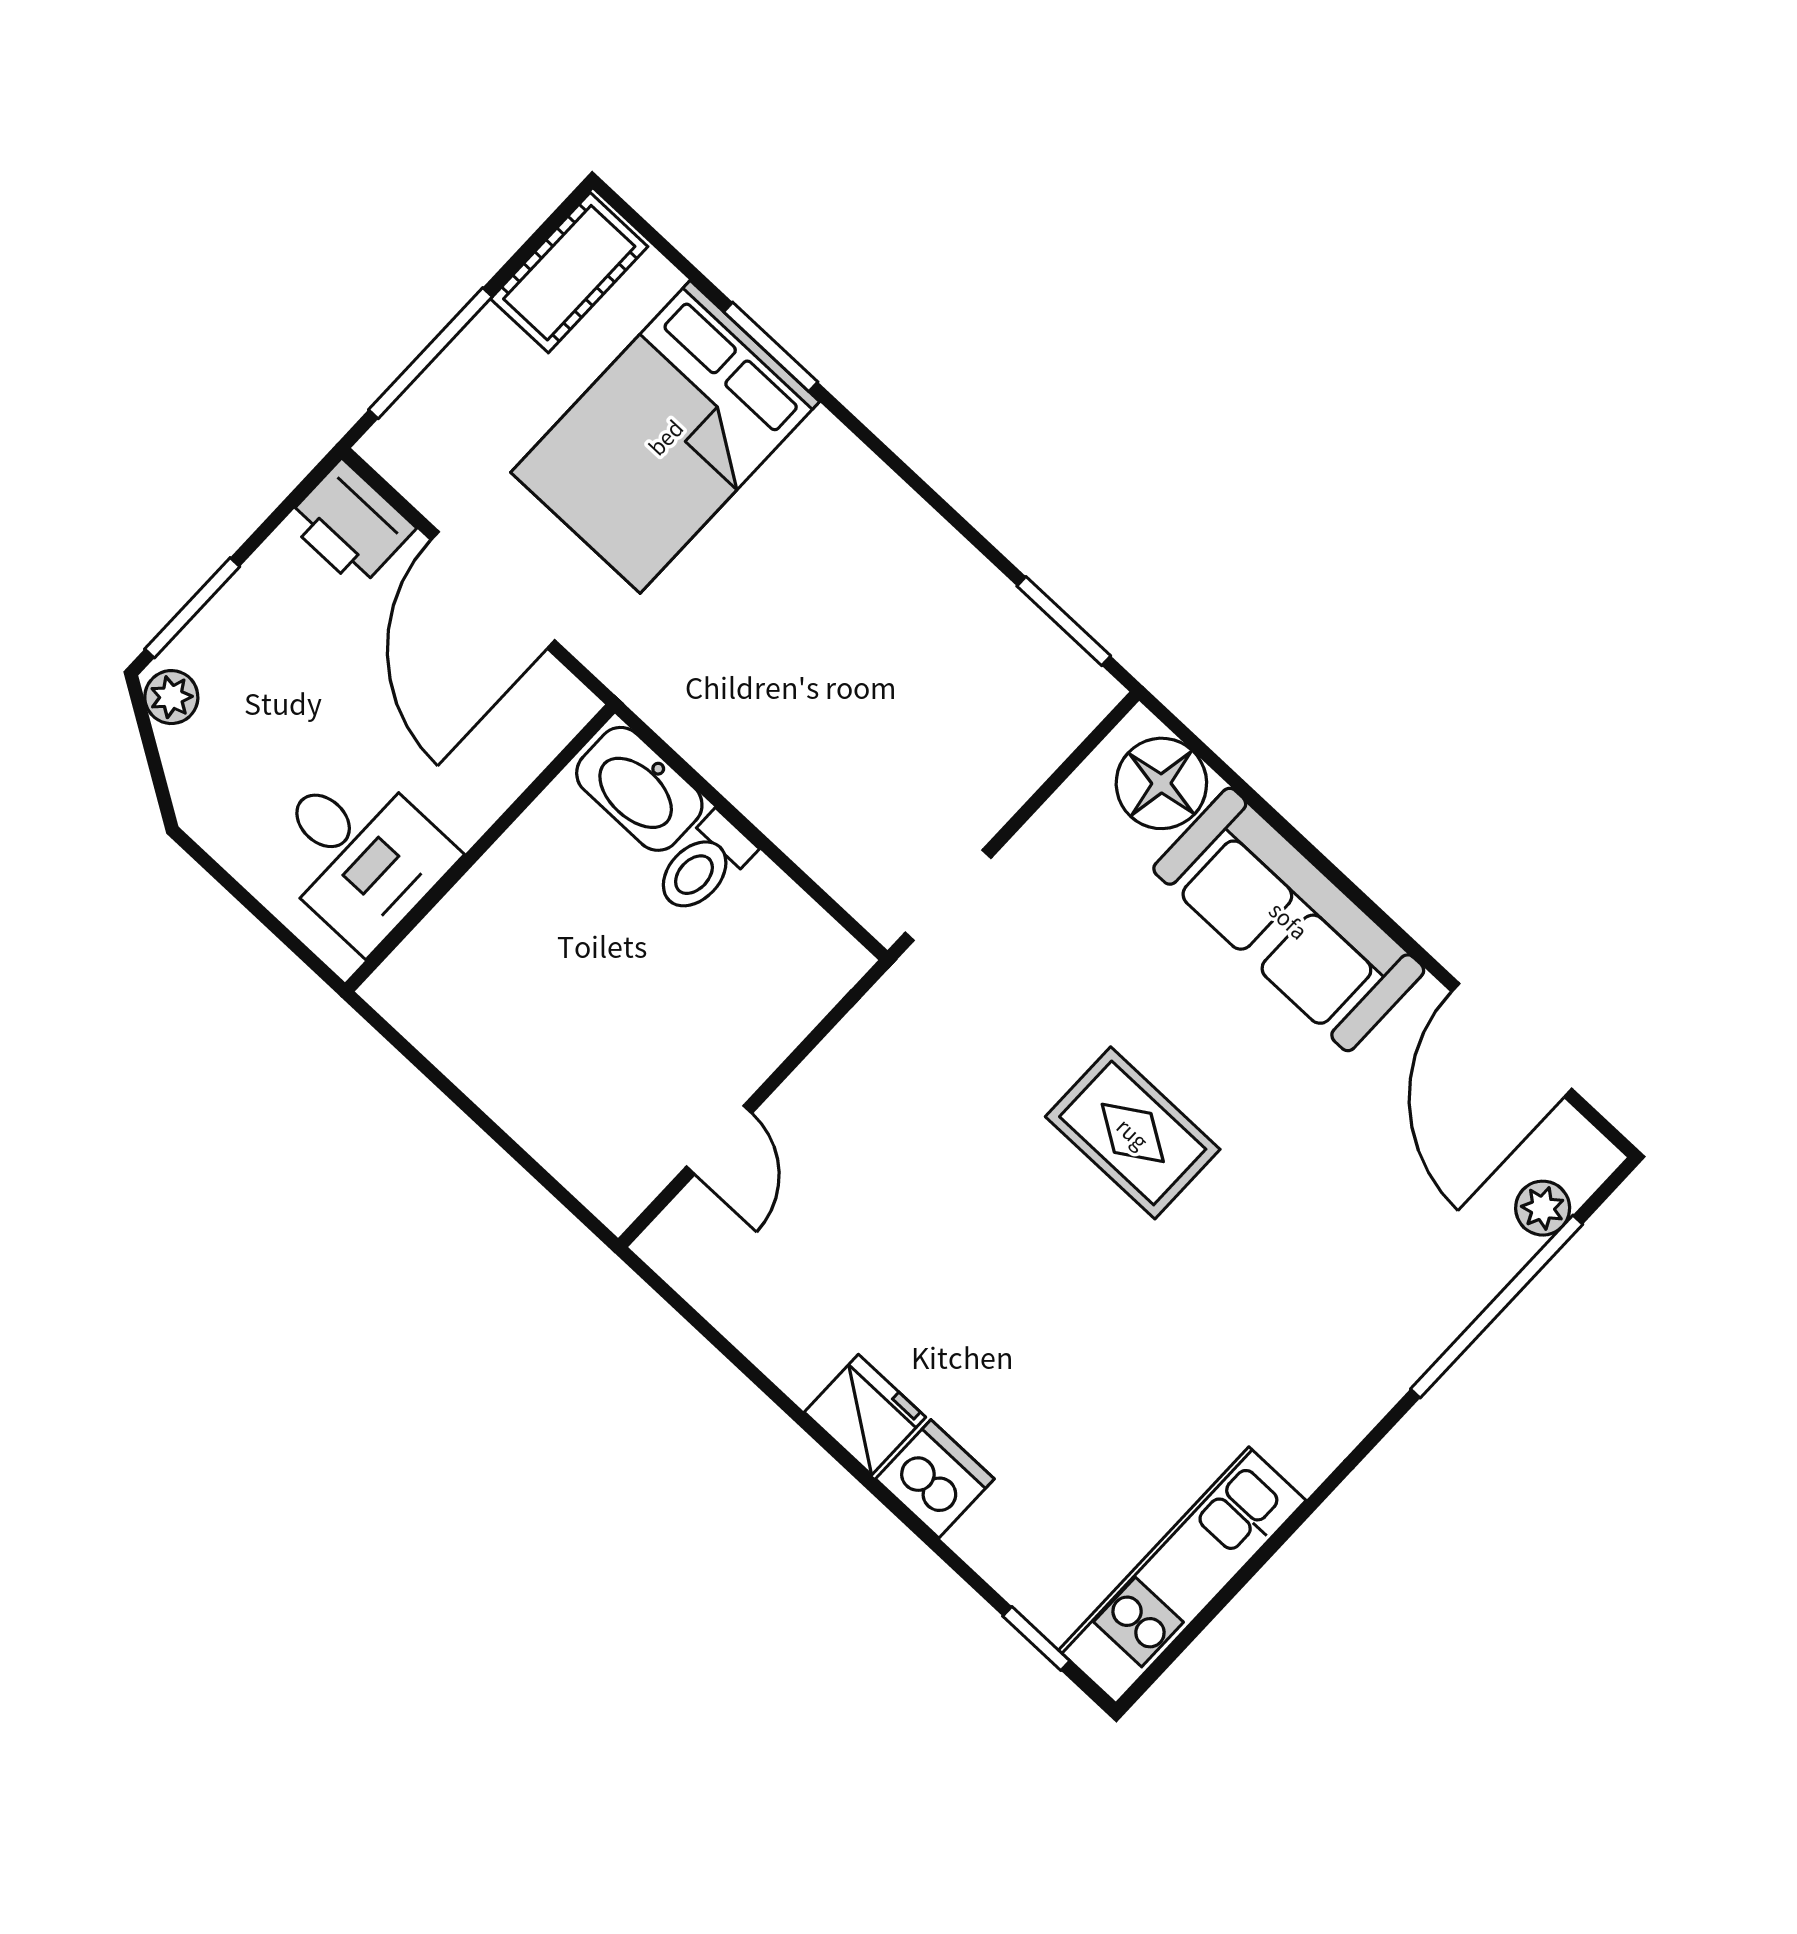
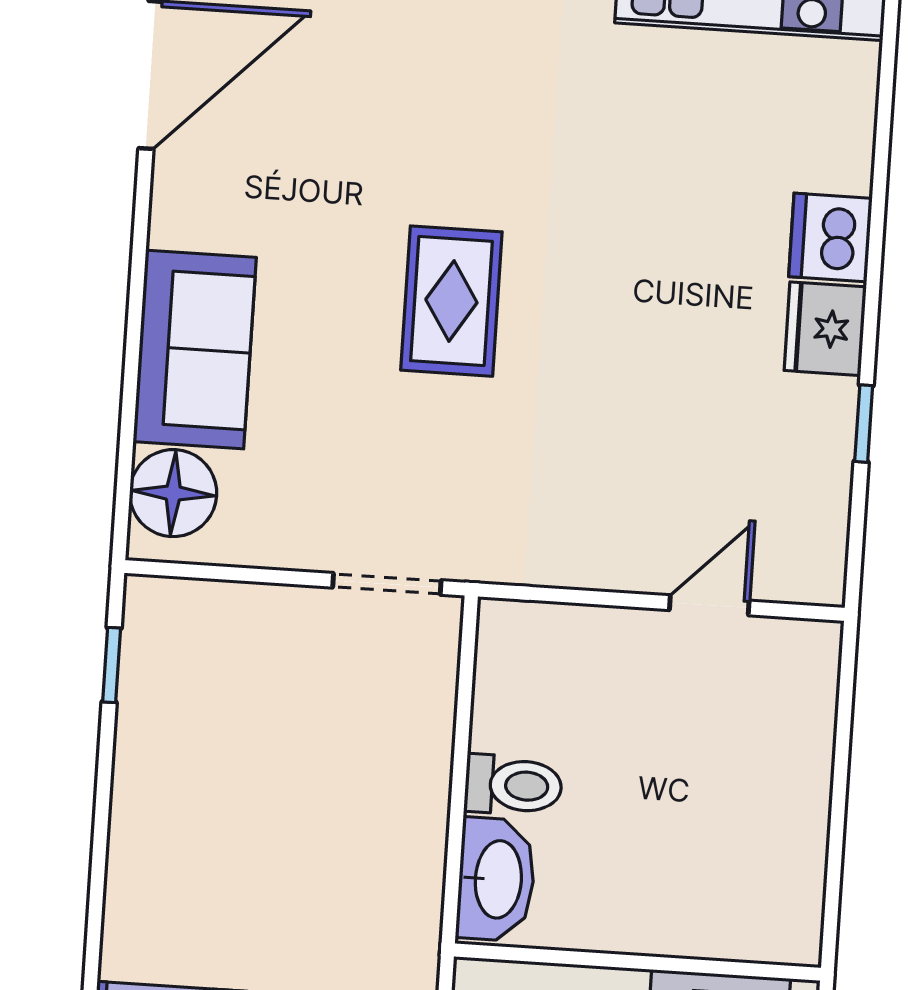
window: (1064, 621) -> (112, 665), width x0.67
sofa: (1289, 920) -> (195, 349), width x0.73
window: (1036, 1638) -> (864, 424), moved

